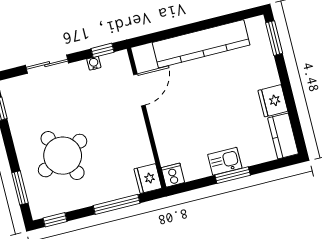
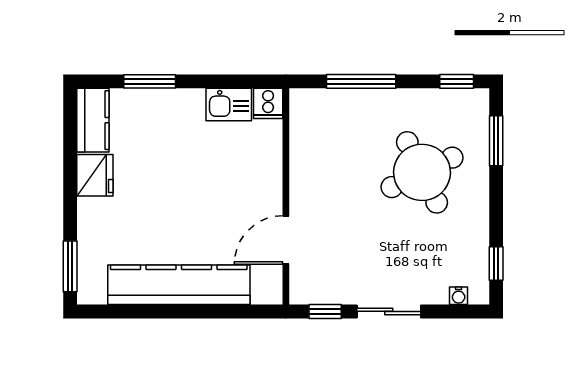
water cooler: (94, 63) -> (459, 296), moved
sliding door: (47, 64) -> (389, 311), moved
kitchen sink: (225, 161) -> (229, 105), moved
window: (233, 175) -> (150, 81), moved
fridge: (148, 179) -> (306, 108), removed

